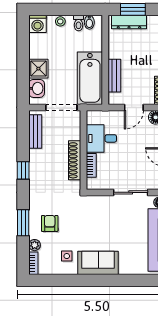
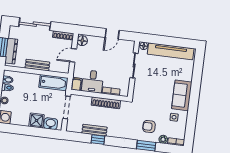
bench: (114, 76) -> (37, 65), moved
bathtub: (90, 78) -> (53, 83), width x0.73, depth x0.73
door: (134, 107) -> (73, 55), swing flipped
filing cabinet: (95, 117) -> (76, 84), added
bench: (35, 131) -> (94, 130), moved
window: (23, 170) -> (98, 140), moved

